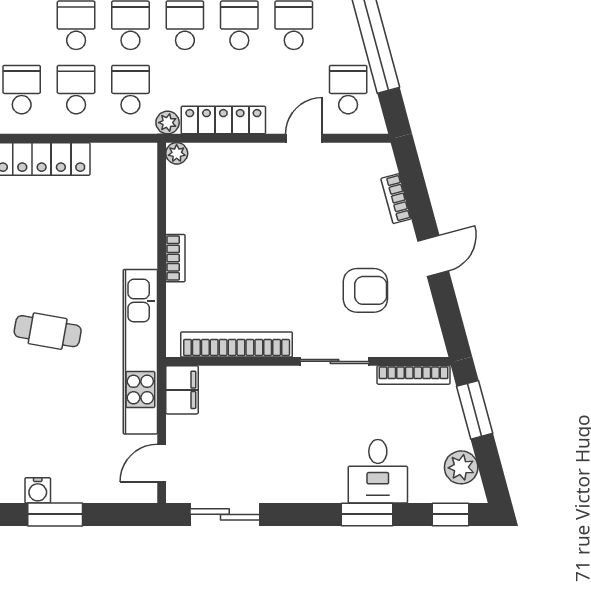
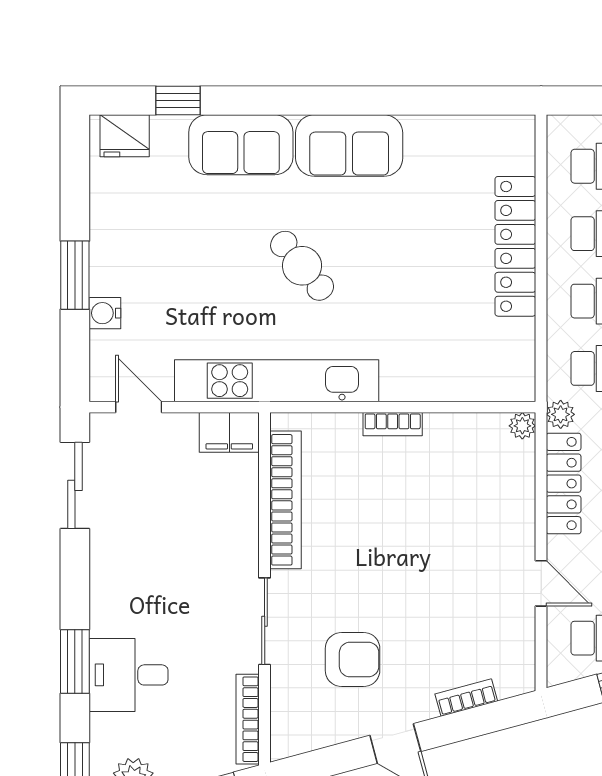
armchair: (365, 290) -> (353, 660), turned -90
cafe table: (48, 331) -> (302, 266), turned -50
water cooler: (38, 490) -> (105, 313), moved

